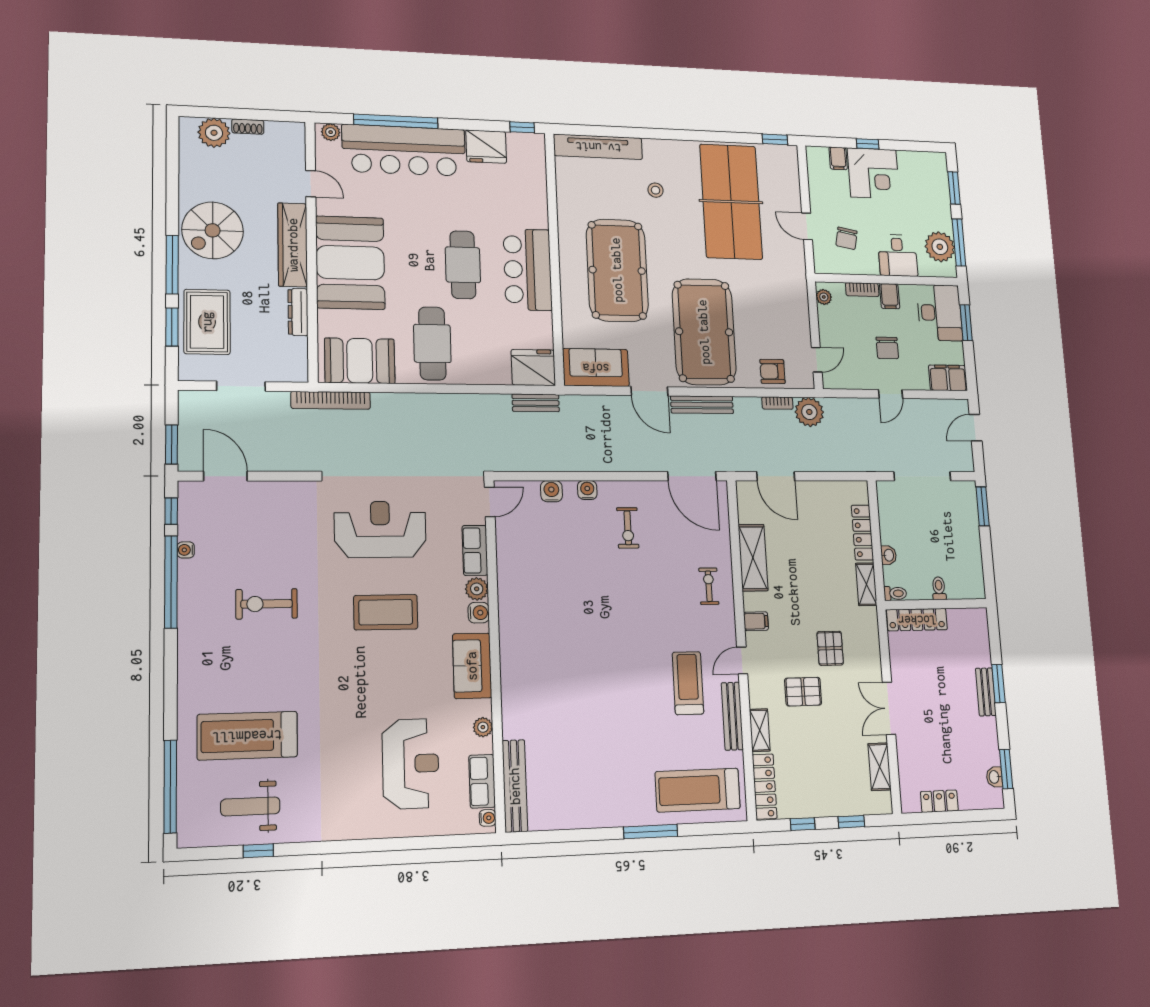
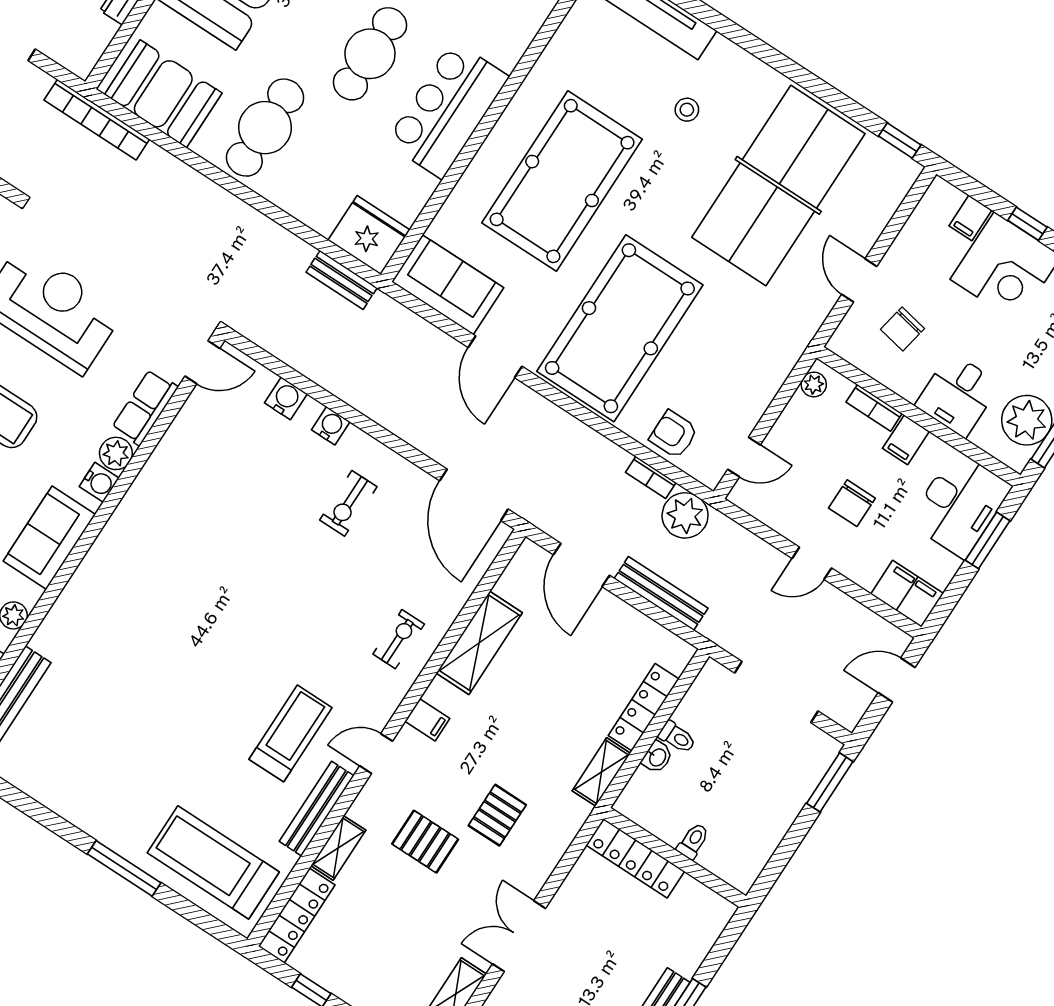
bench: (702, 405) -> (661, 593), moved
toilet: (895, 593) -> (677, 737), moved

